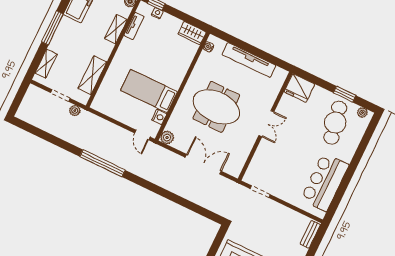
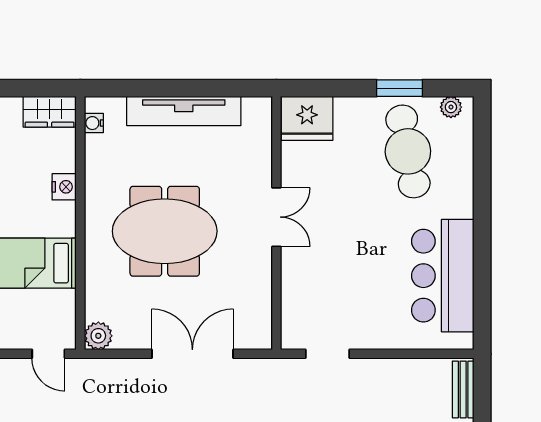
nightstand: (159, 117) -> (64, 187), moved

